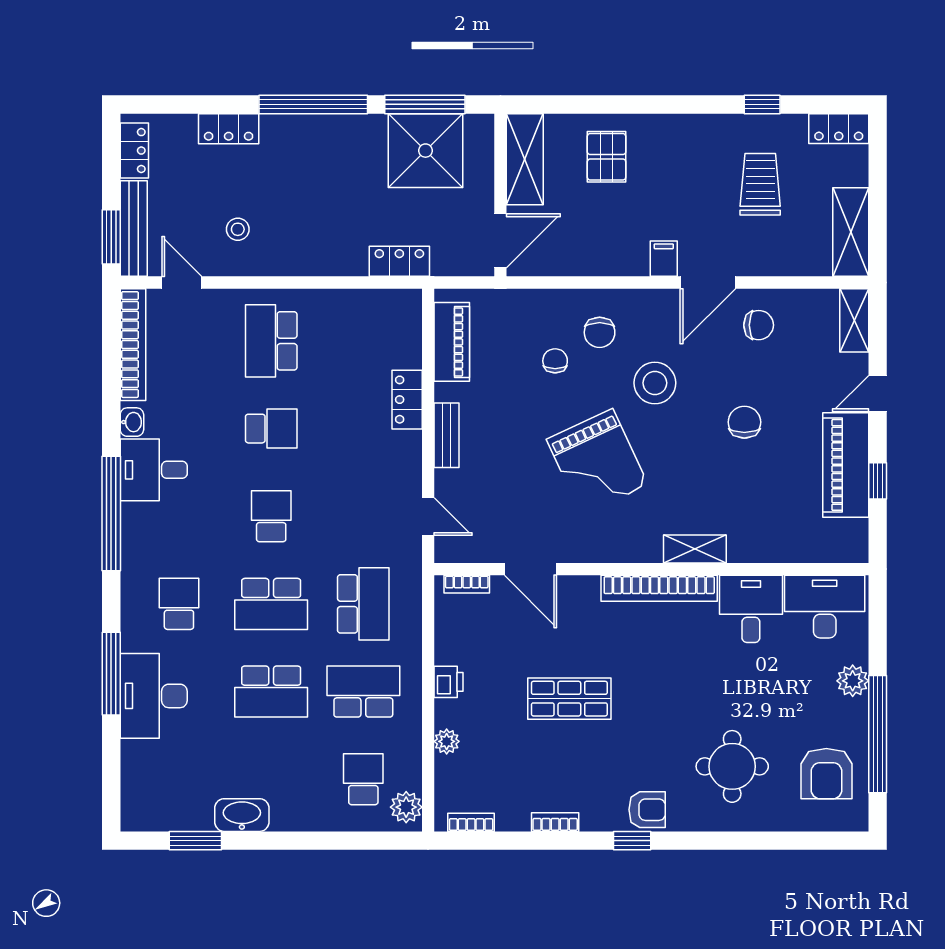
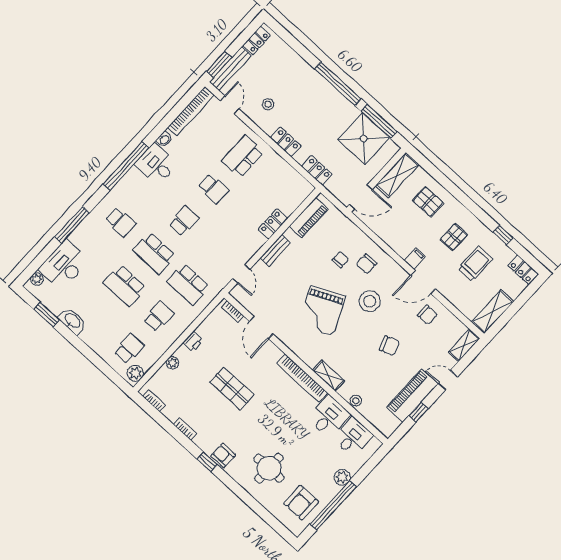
locker: (229, 129) -> (286, 142), moved, turned 180
pallet: (607, 157) -> (428, 202), turned 90
pallet: (692, 174) -> (454, 237), added
chair: (744, 422) -> (389, 346), turned 70
stool: (769, 549) -> (356, 401), added
school desk: (179, 604) -> (120, 222), turned 90
school desk: (363, 604) -> (188, 284), turned 90
desk: (825, 607) -> (353, 437), width x0.73
school desk: (363, 692) -> (159, 316), width x0.54
desk: (154, 696) -> (64, 265), moved
plant: (133, 801) -> (37, 279), added
armchair: (647, 810) -> (223, 455), turned 180

